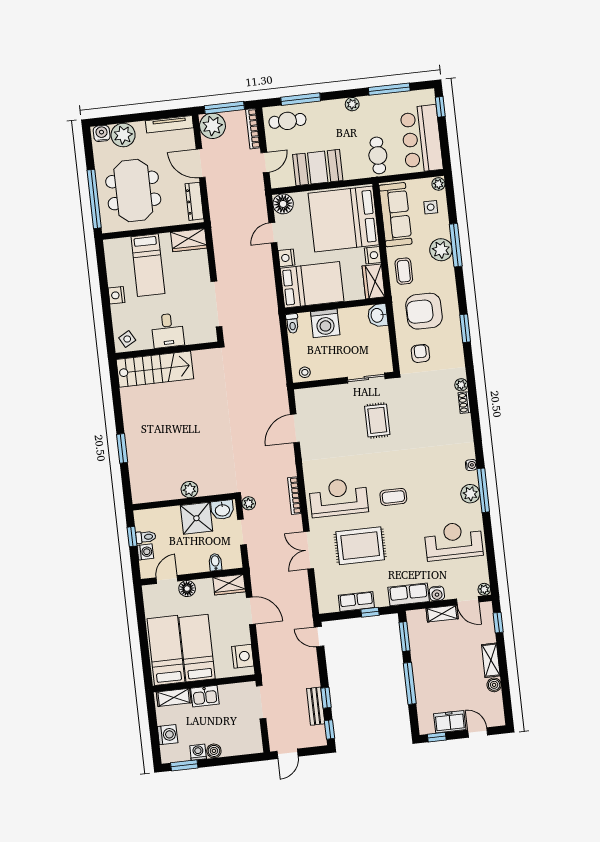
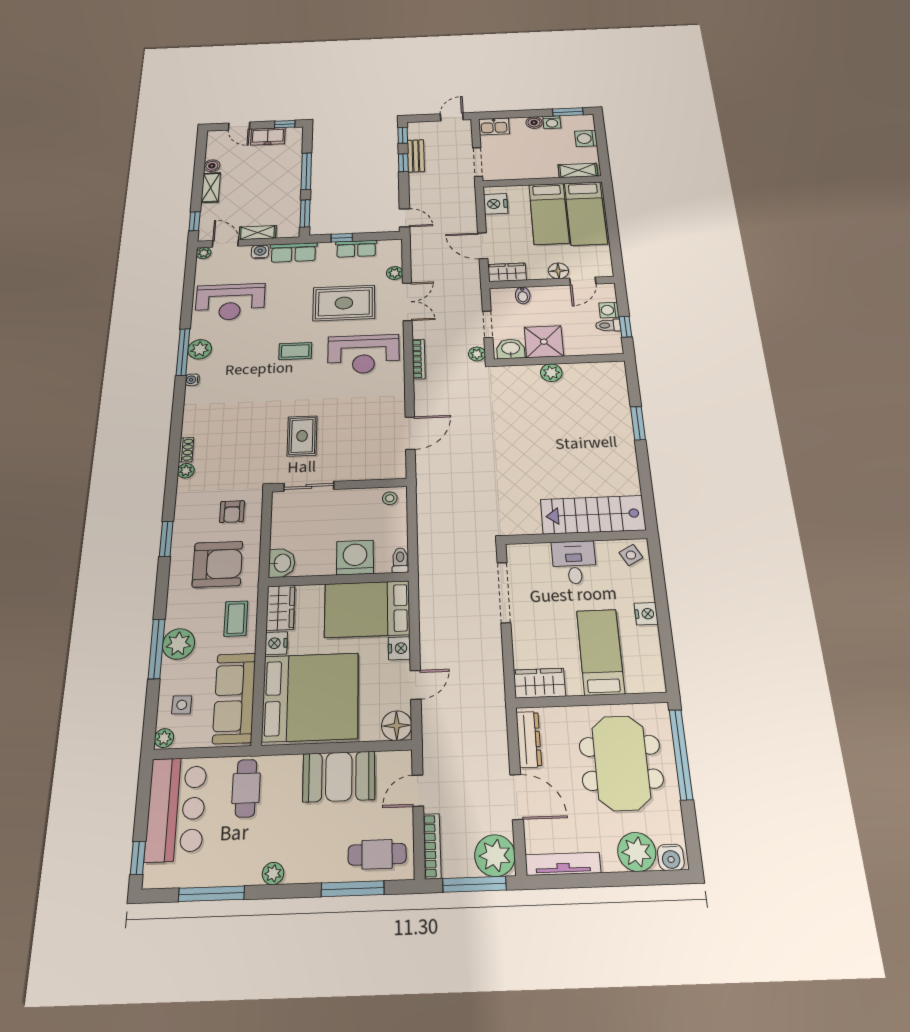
plant: (322, 578) -> (395, 273), added
kitchen sink: (205, 696) -> (494, 126), moved, turned 180

